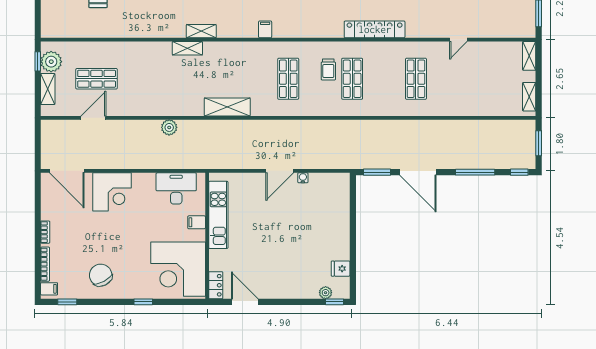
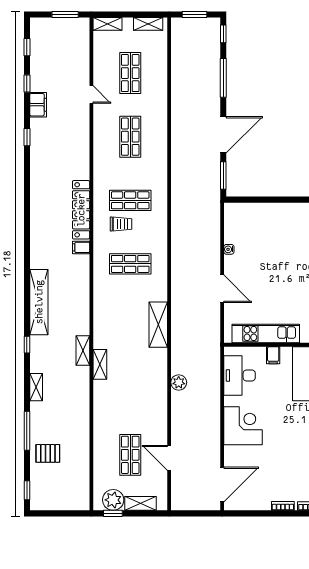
filing cabinet: (265, 29) -> (81, 247), moved
locker: (375, 29) -> (81, 210), moved
shop shelf: (416, 79) -> (130, 137), turned 90
shop shelf: (480, 79) -> (130, 73), added
door: (280, 171) -> (222, 289), moved
corner desk: (112, 192) -> (243, 426), moved

